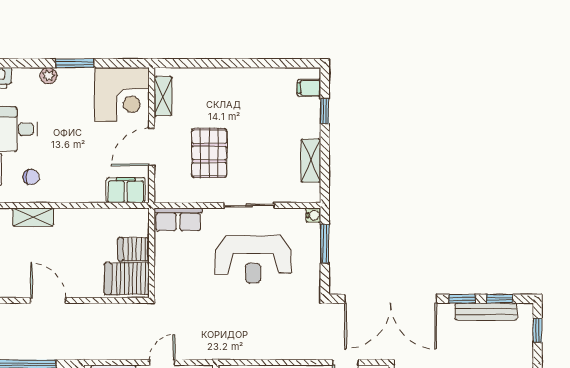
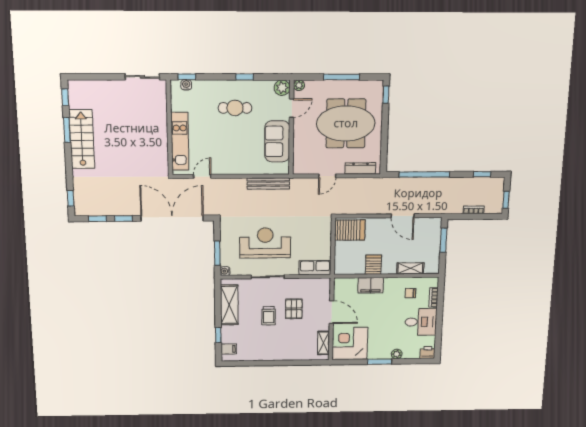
trolley: (248, 142) -> (269, 316), added
door: (152, 147) -> (331, 312), hinge flipped
pallet: (209, 153) -> (294, 309), width x0.67, depth x0.71
shelving: (311, 161) -> (229, 305), width x1.50, depth x1.33
filing cabinet: (126, 190) -> (371, 285), moved
server rack: (134, 249) -> (373, 265), moved, turned -90
bench: (486, 312) -> (268, 183), moved

